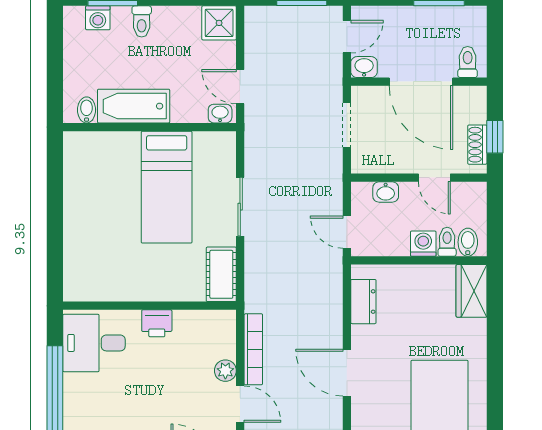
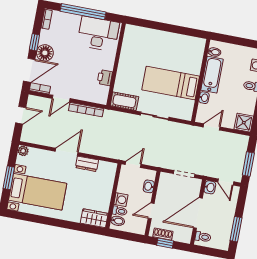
washbasin: (220, 114) -> (204, 98), moved
dresser: (363, 302) -> (87, 164), moved
printer: (157, 323) -> (105, 78), moved
desk: (94, 343) -> (98, 34), width x1.37
plant: (225, 371) -> (78, 94), removed

